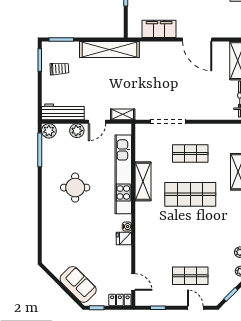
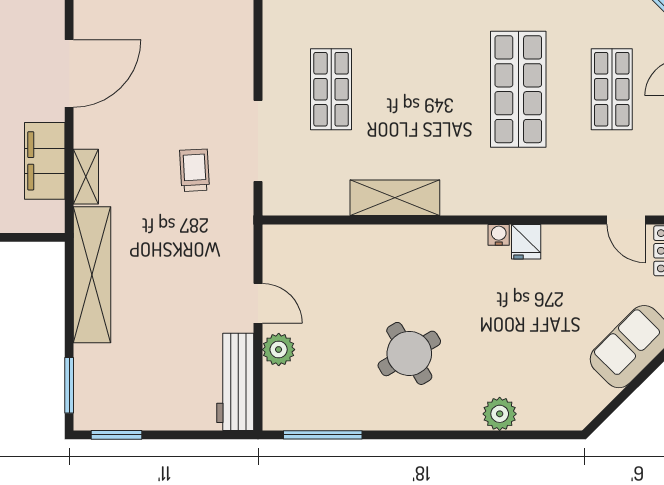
trolley: (59, 69) -> (195, 170), moved
shelving: (123, 114) -> (86, 177), moved
plant: (49, 131) -> (500, 414), moved
kitchen unit: (123, 174) -> (379, 243), removed
round table: (75, 188) -> (409, 353), turned -31
shop shelf: (190, 194) -> (518, 89), moved
door: (133, 282) -> (626, 220), swing flipped

